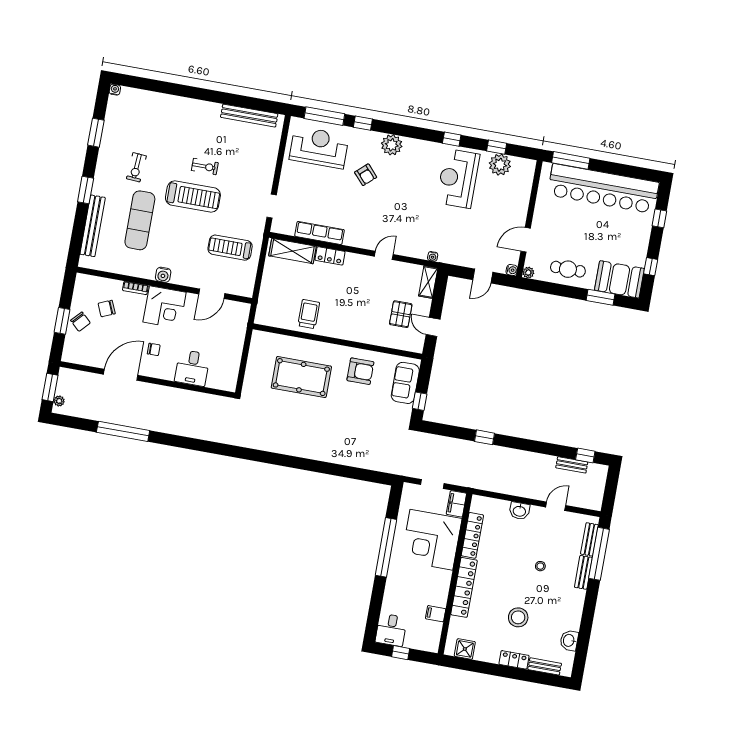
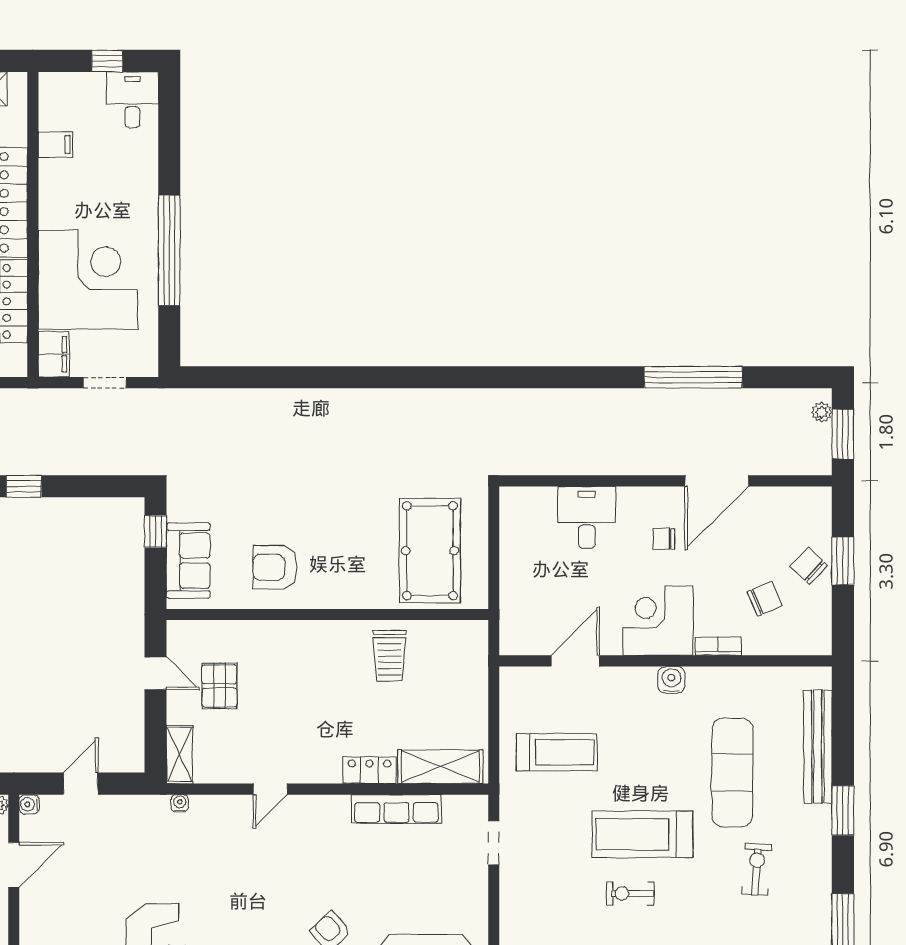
pool table: (301, 377) -> (430, 551), moved, turned 90

